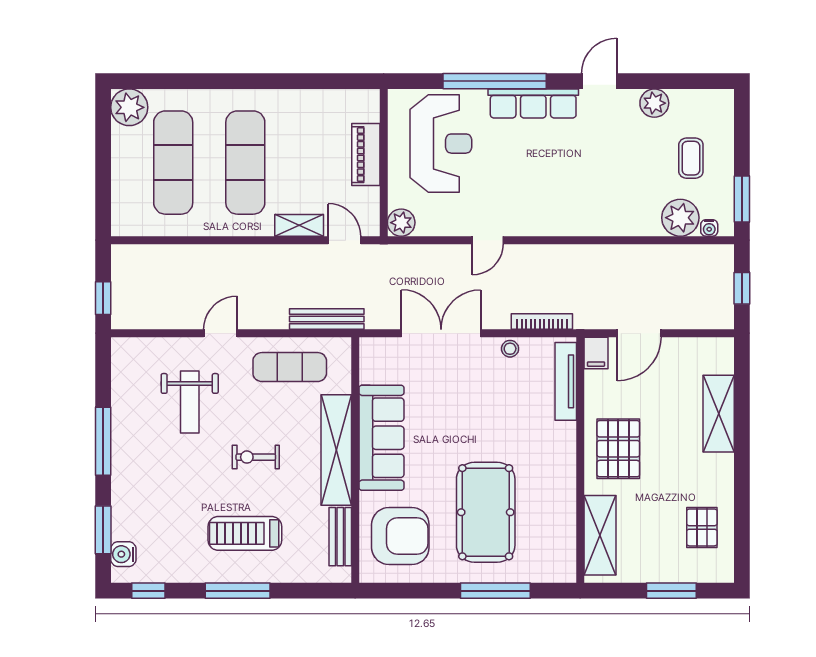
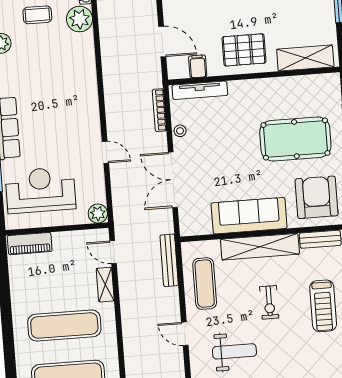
piano: (366, 155) -> (30, 244), moved
door: (344, 240) -> (113, 252), hinge flipped
filing cabinet: (596, 353) -> (198, 66), moved, turned -90

